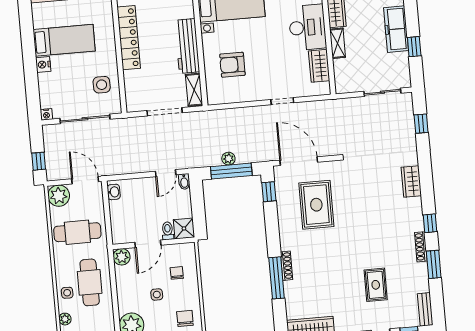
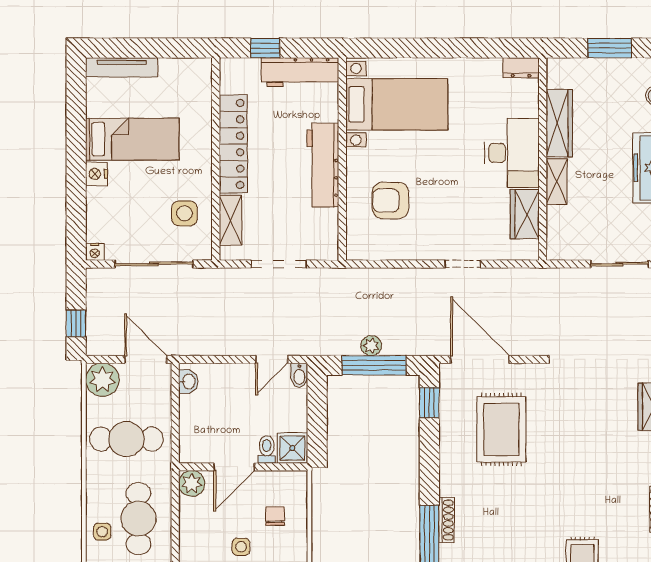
shelving: (194, 90) -> (231, 220), moved

